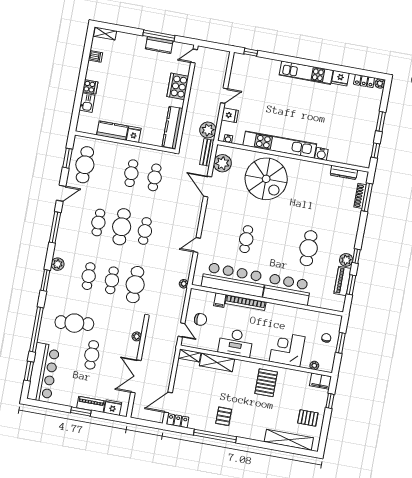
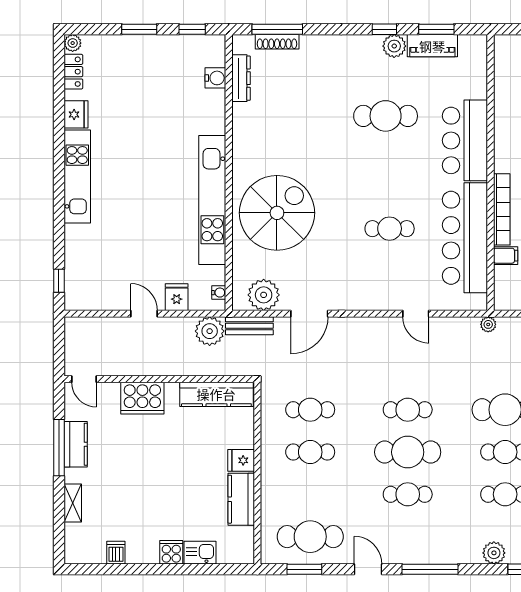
shelving: (105, 34) -> (73, 503), moved
water cooler: (321, 154) -> (215, 78), moved

